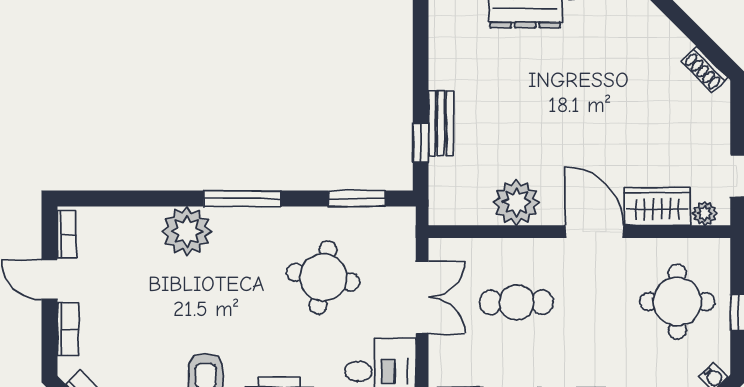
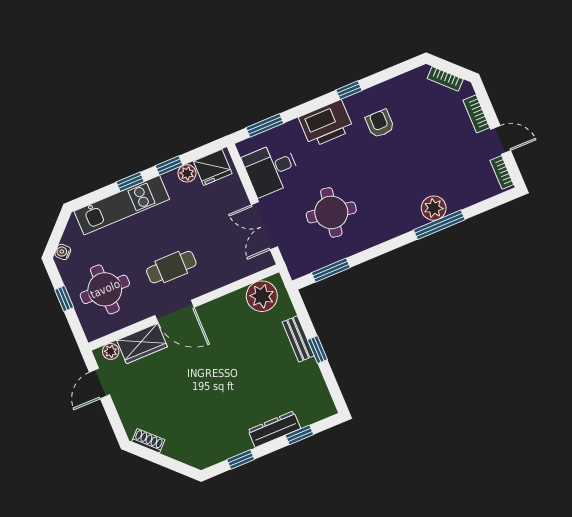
window: (421, 143) -> (317, 350), moved
window: (242, 199) -> (439, 225), moved
plant: (516, 202) -> (262, 296), moved
plant: (187, 231) -> (434, 208), width x0.73, depth x0.73
cafe table: (517, 302) -> (171, 267), moved

